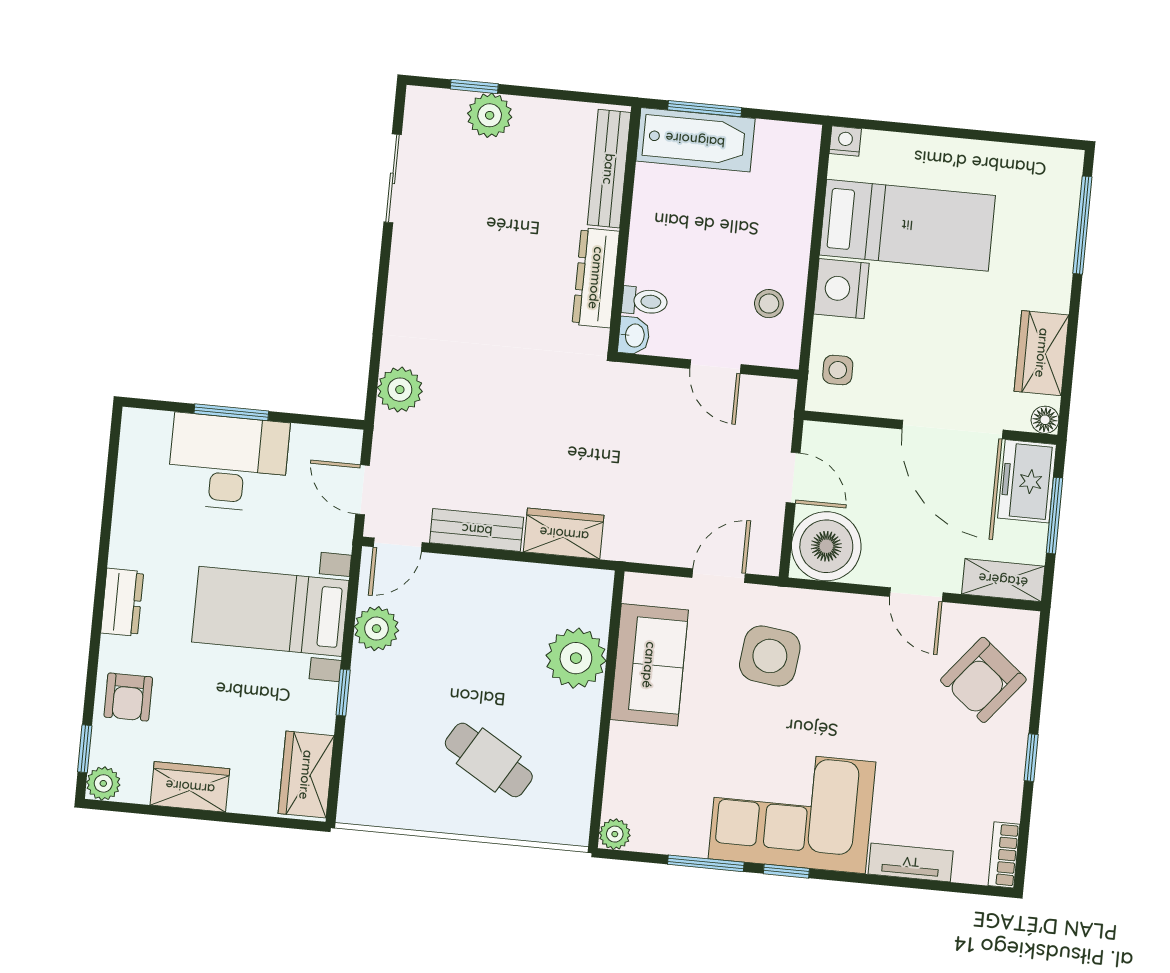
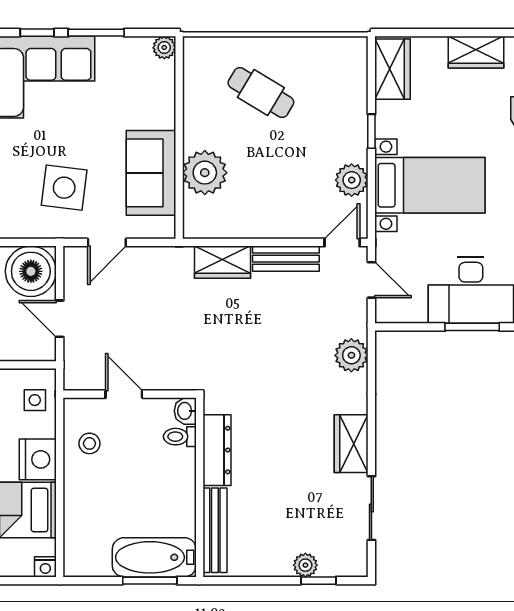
plant: (490, 115) -> (305, 565), width x0.73, depth x0.73
wardrobe: (412, 269) -> (351, 444), added

